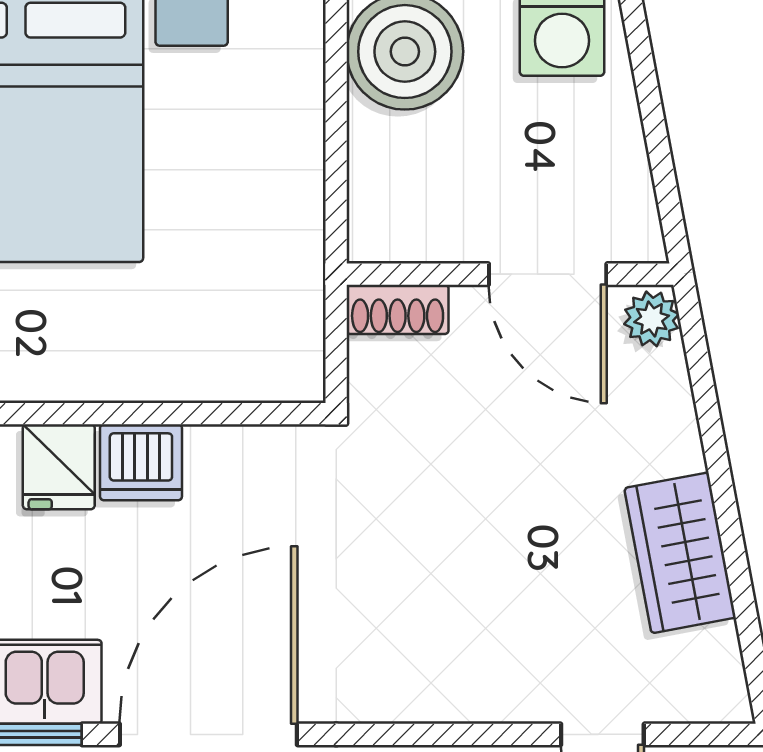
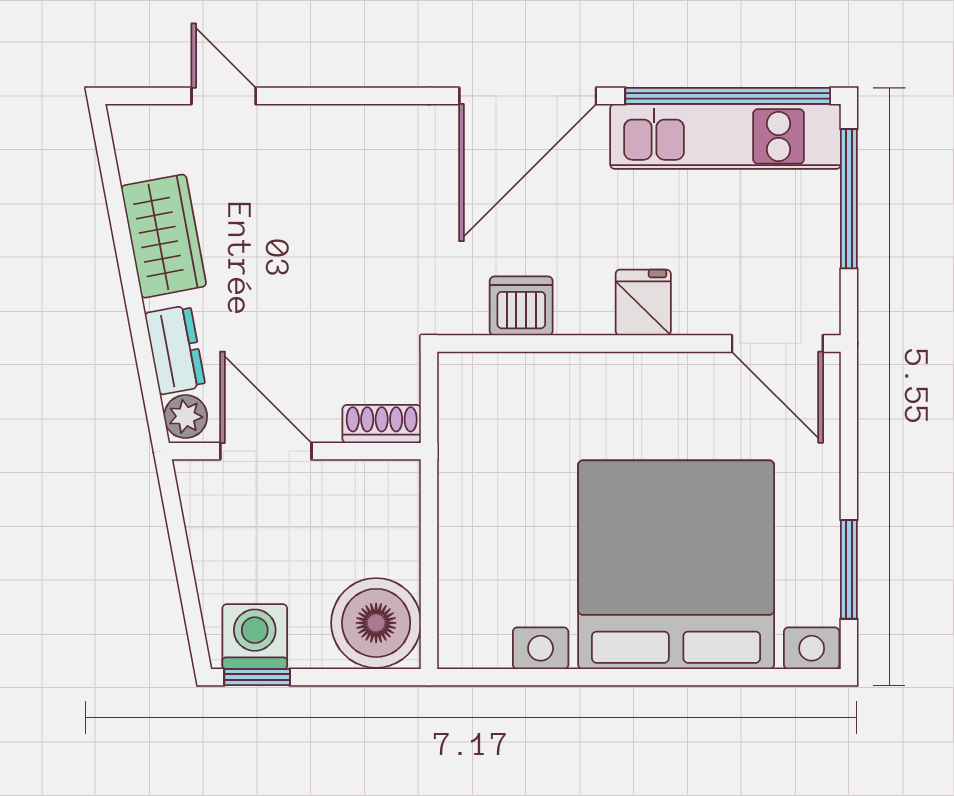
dresser: (665, 405) -> (175, 350), added
dishwasher: (141, 462) -> (521, 306), moved

